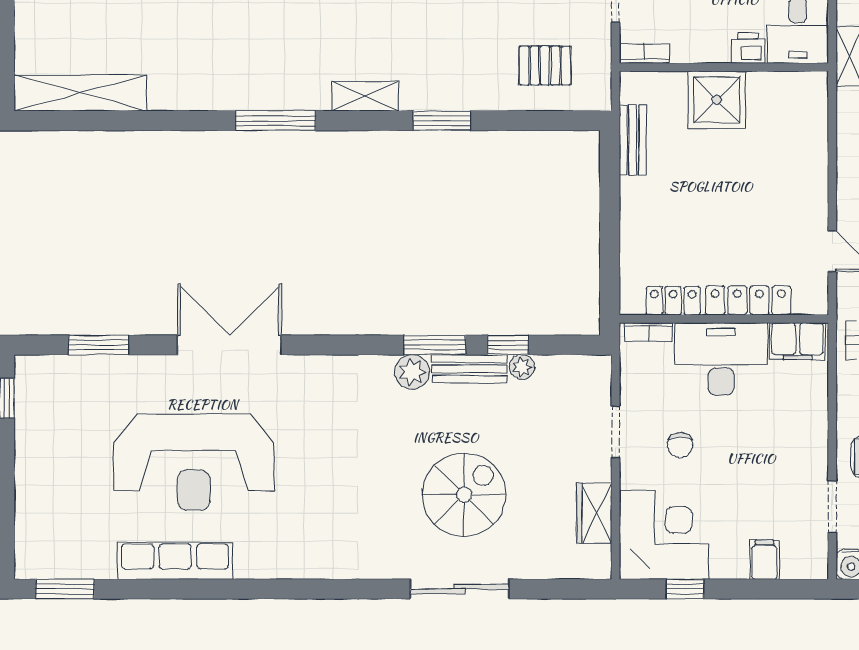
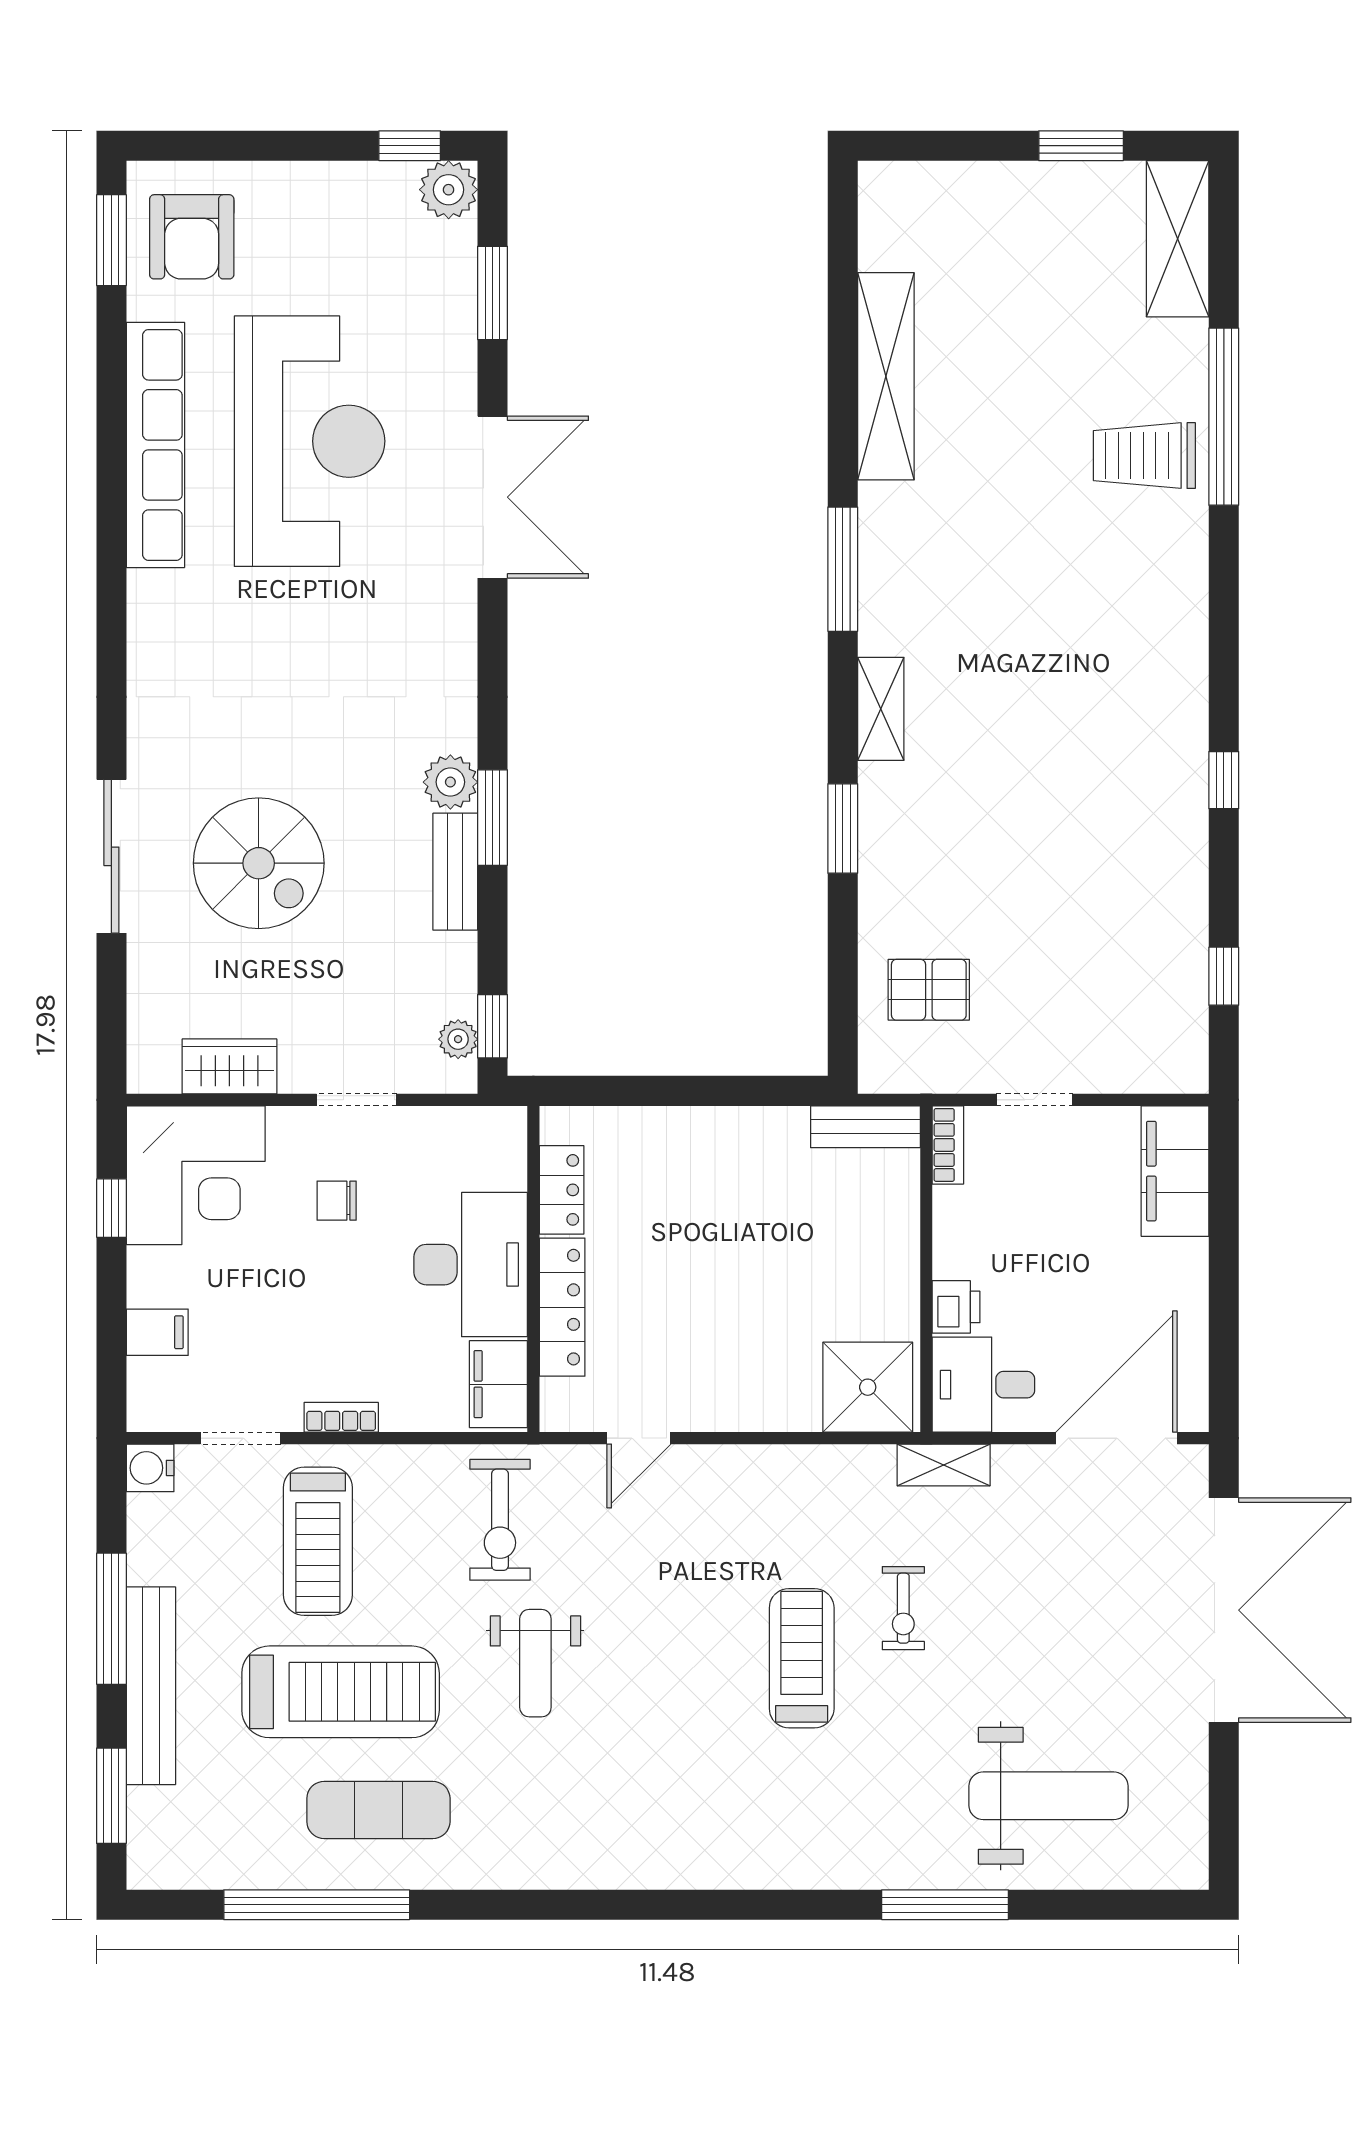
pallet: (545, 66) -> (929, 990), turned 90
shelving: (80, 93) -> (886, 376), moved
shower: (717, 100) -> (868, 1387), moved
bench: (633, 140) -> (865, 1127), moved
bookcase: (649, 332) -> (341, 1417), moved, turned 90
window: (508, 345) -> (492, 1026), moved
plant: (522, 367) -> (458, 1039), moved
plant: (33, 373) -> (449, 190), added
reception desk: (194, 462) -> (310, 441), turned 180
armchair: (63, 538) -> (192, 237), added
row of seats: (175, 561) -> (155, 445), width x1.36

